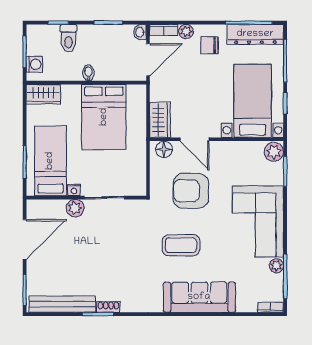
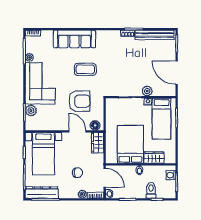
chair: (209, 45) -> (77, 173), moved
door: (148, 60) -> (105, 178), swing flipped
wardrobe: (43, 94) -> (154, 158), moved
plant: (274, 152) -> (31, 111), moved
door: (25, 239) -> (177, 73), hinge flipped

